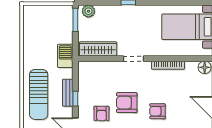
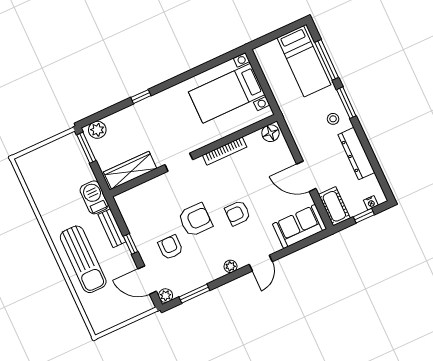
bench: (68, 93) -> (112, 228), moved
armchair: (127, 103) -> (195, 220), turned 180
armchair: (101, 114) -> (171, 247), turned 180

